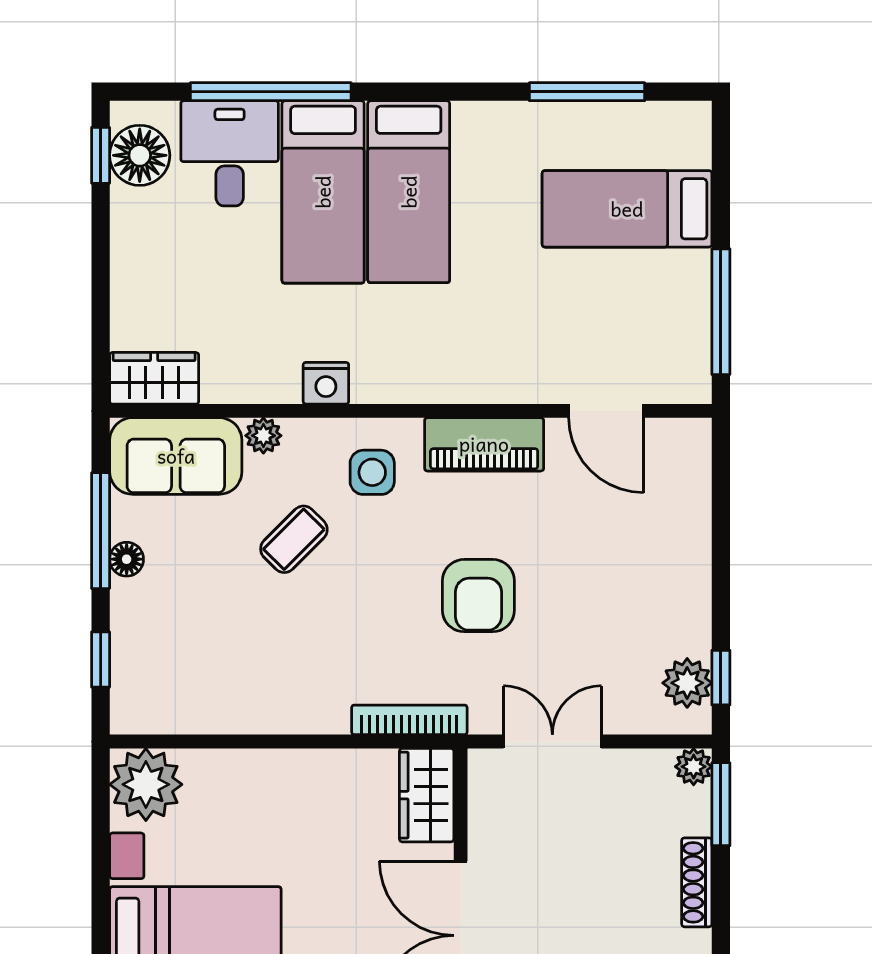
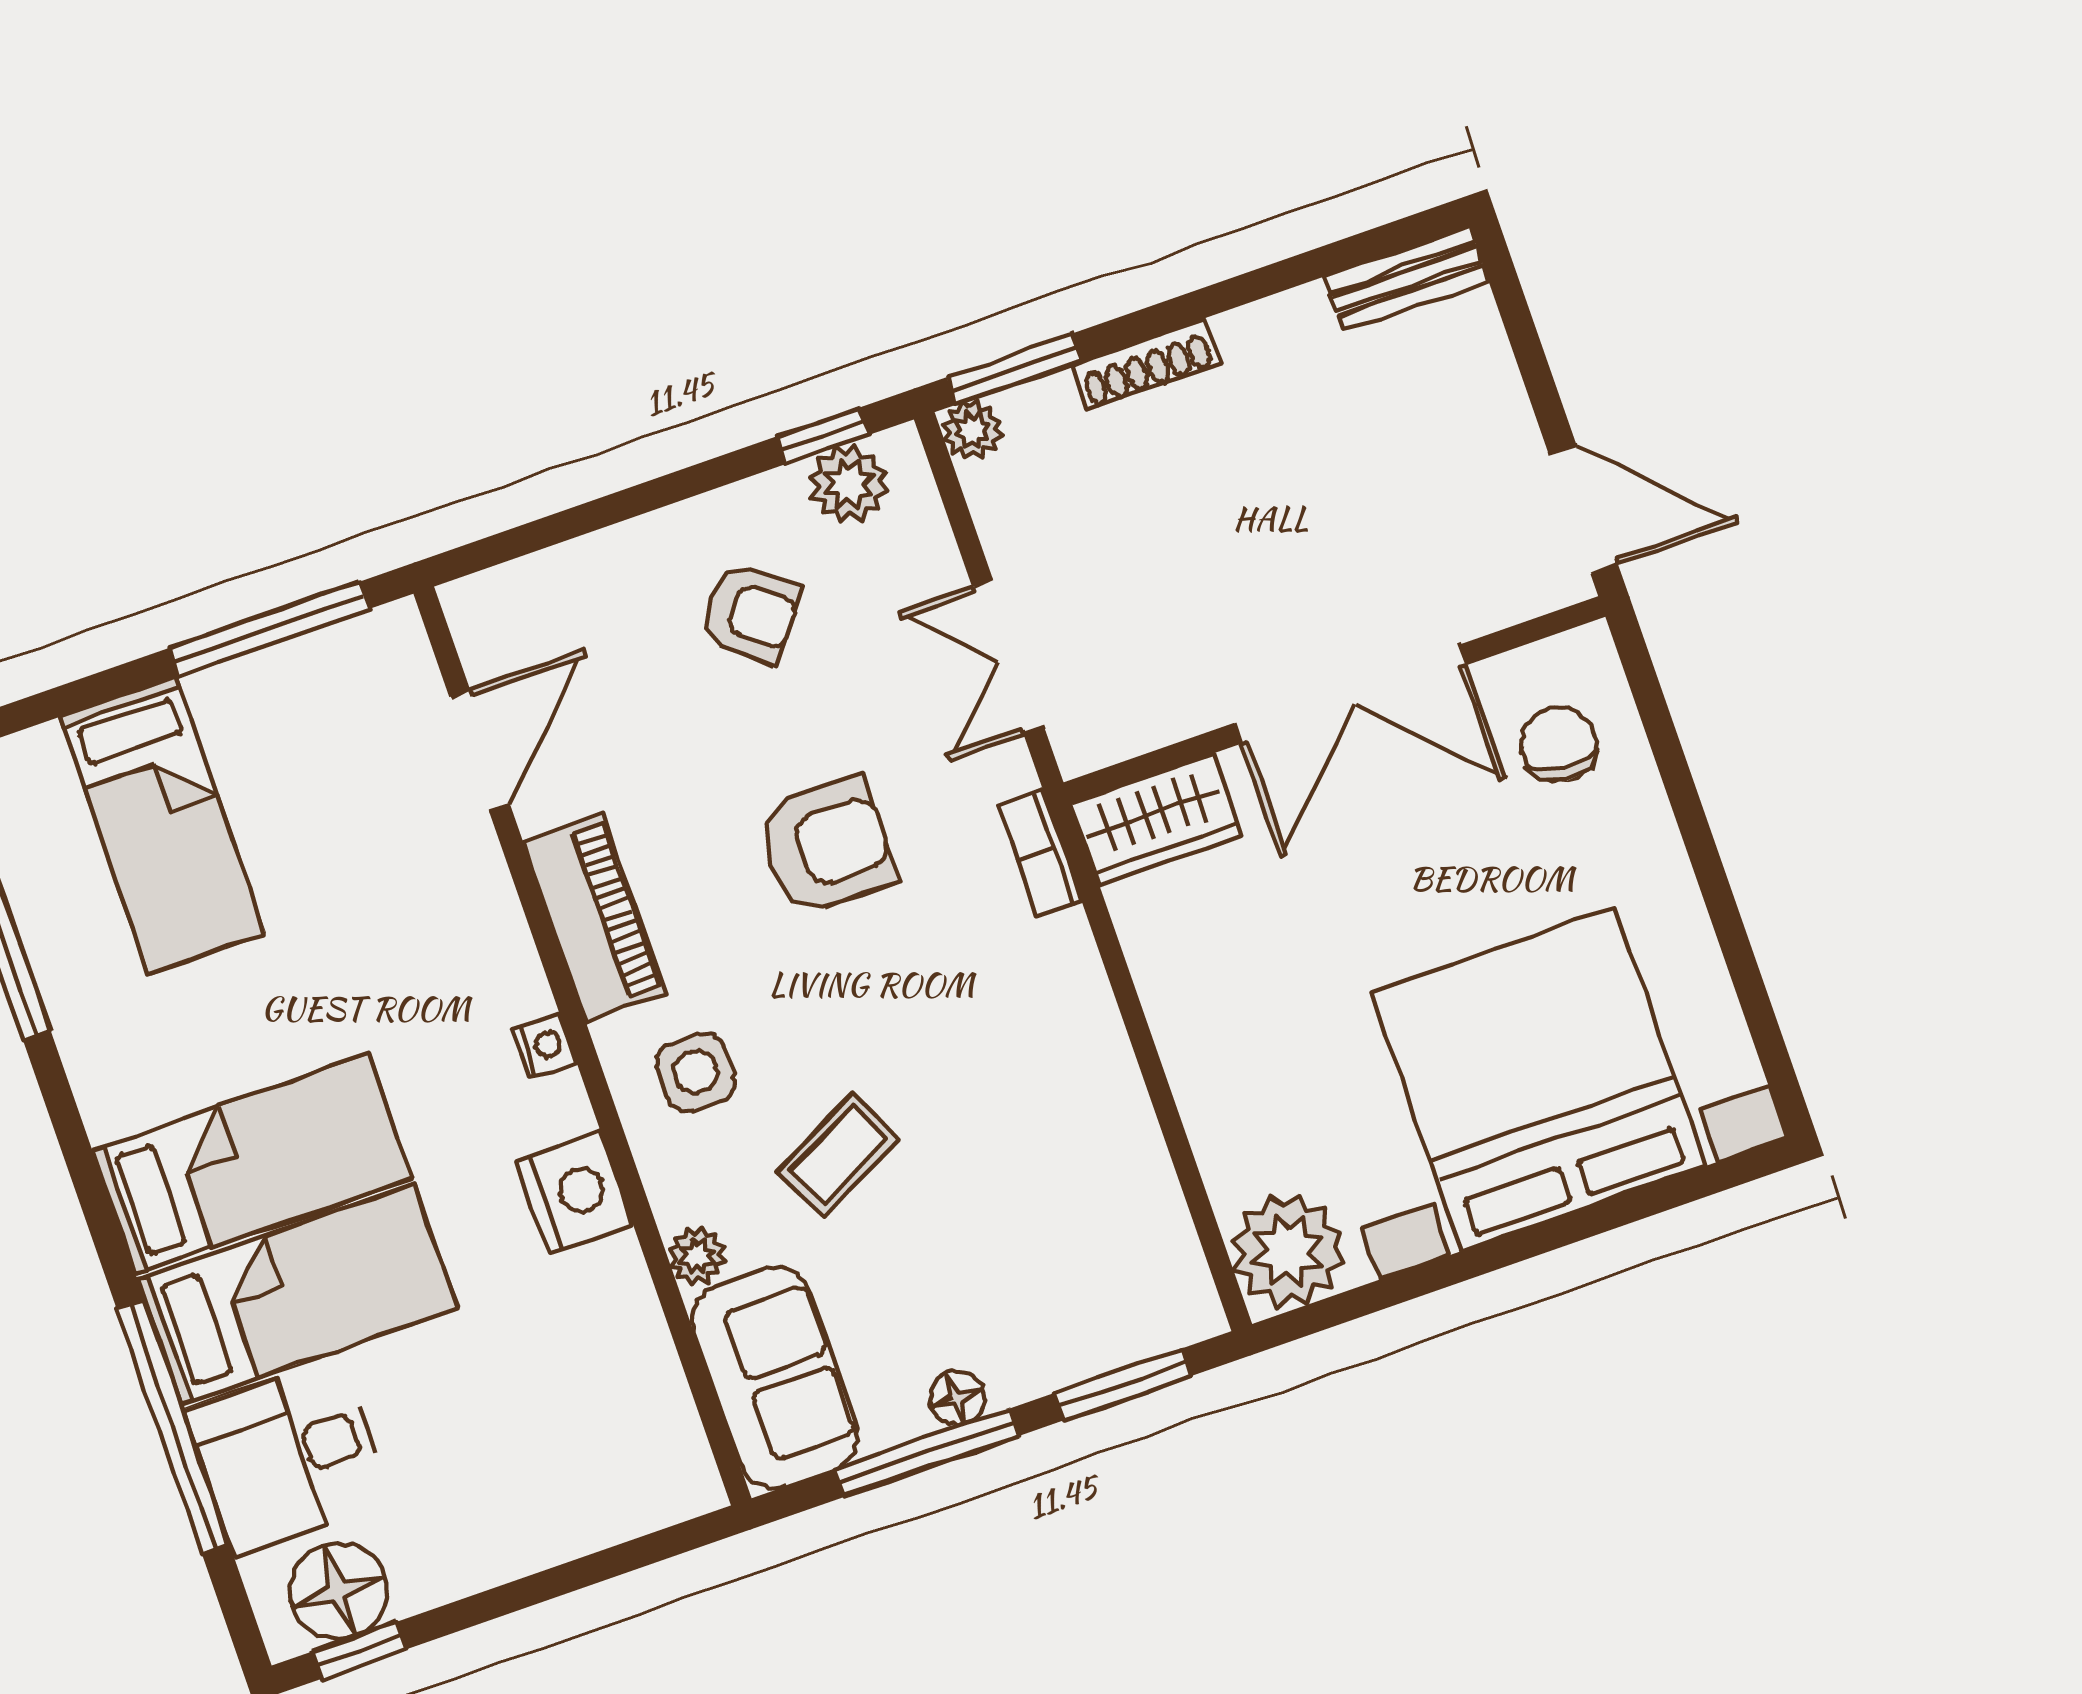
wardrobe: (154, 378) -> (668, 1452), removed
nightstand: (326, 383) -> (575, 1193), width x1.36, depth x1.33
nightstand: (419, 388) -> (544, 1046), added
coffee table: (294, 539) -> (838, 1155), turned -72
armchair: (632, 599) -> (751, 612), added
window: (101, 660) -> (1122, 1385), width x1.50
bookcase: (409, 720) -> (1040, 854), width x0.64

